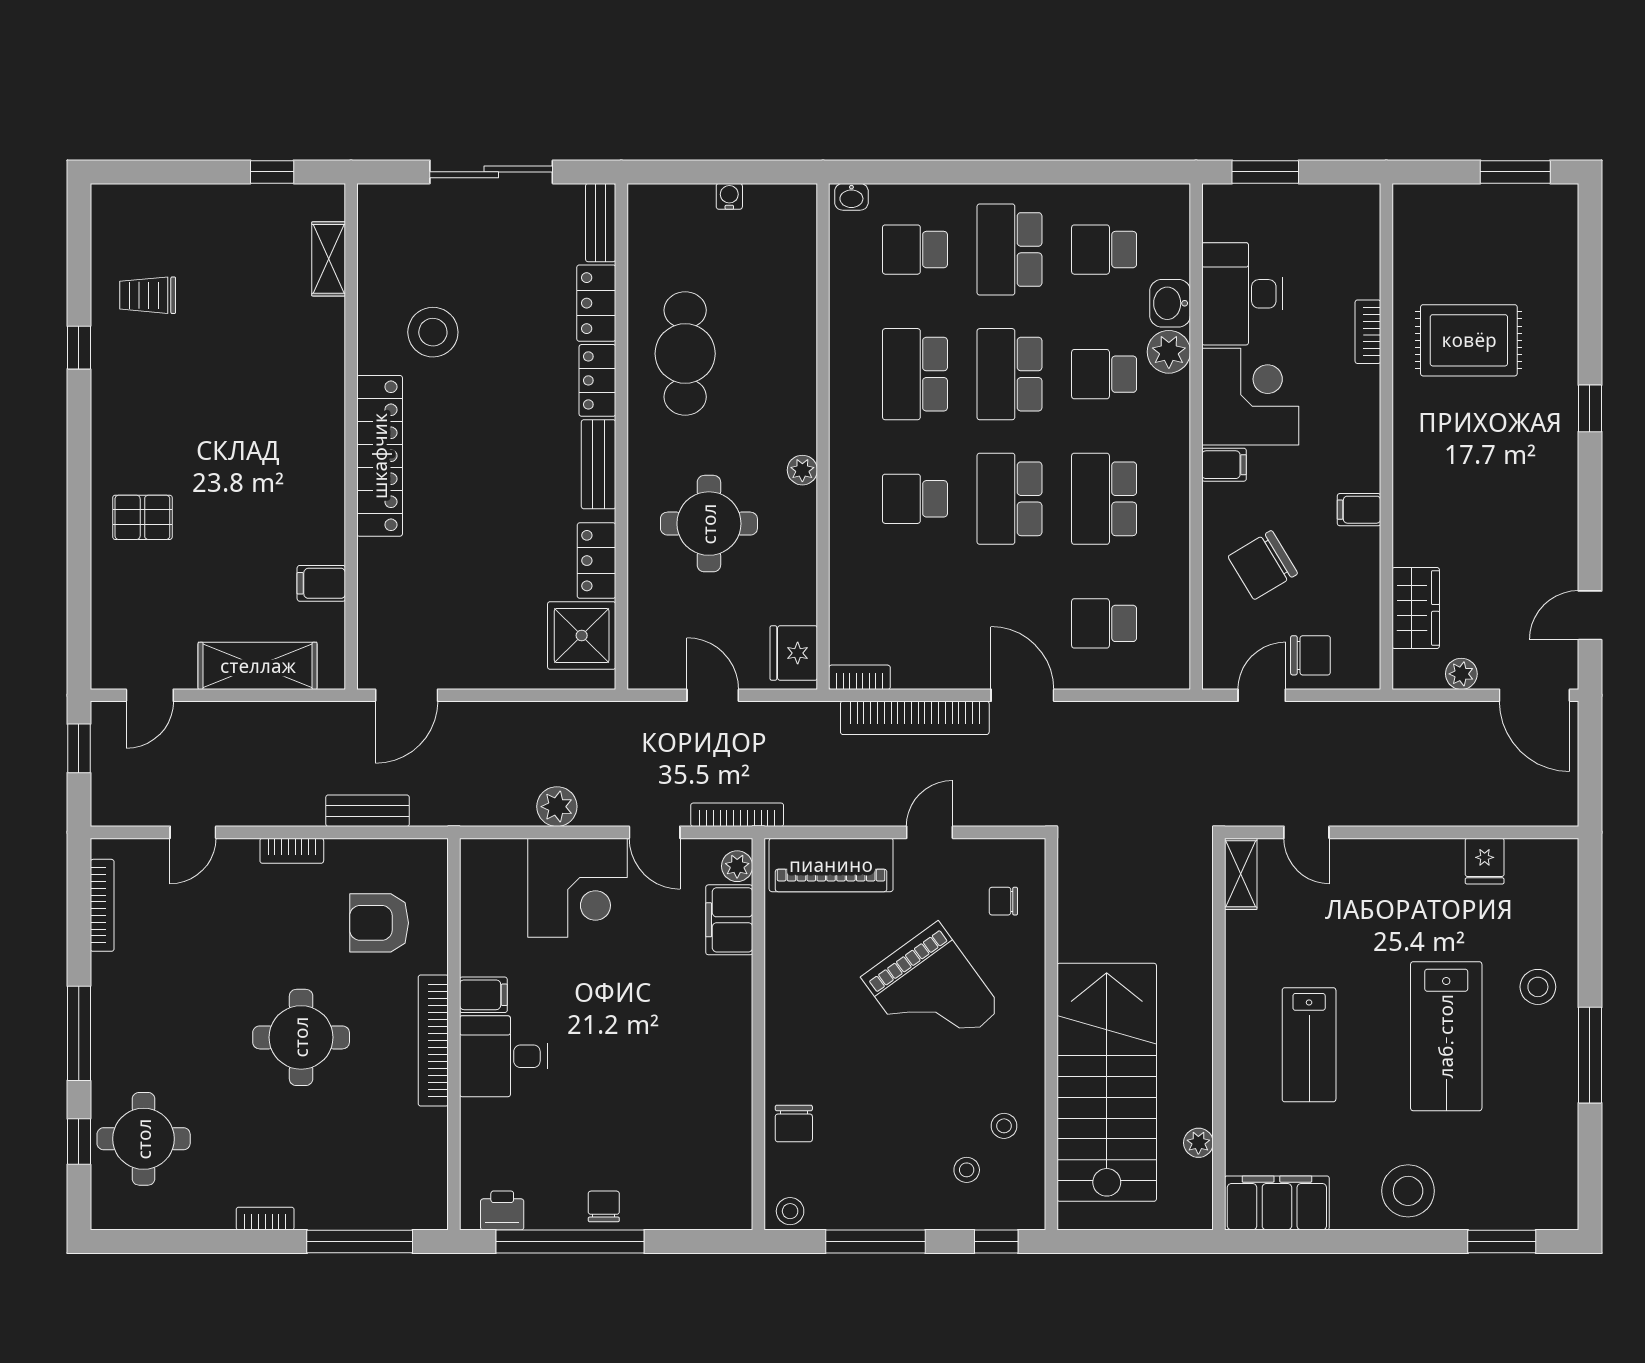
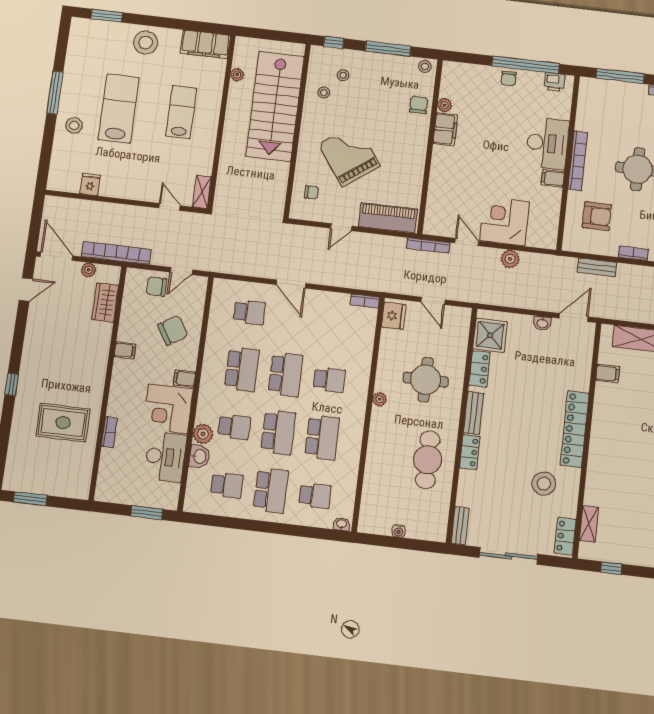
locker: (596, 303) -> (565, 536), moved, turned 180
washbasin: (472, 675) -> (542, 323), added
bookcase: (915, 718) -> (116, 253), moved
plant: (737, 866) -> (445, 105), moved
filing cabinet: (729, 920) -> (445, 129), moved
desk: (503, 1056) -> (547, 143), width x1.37

